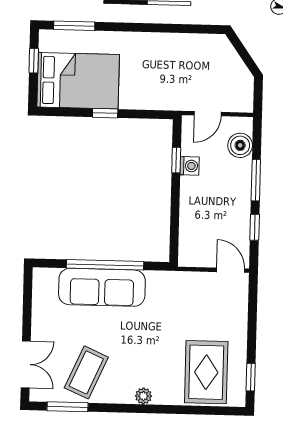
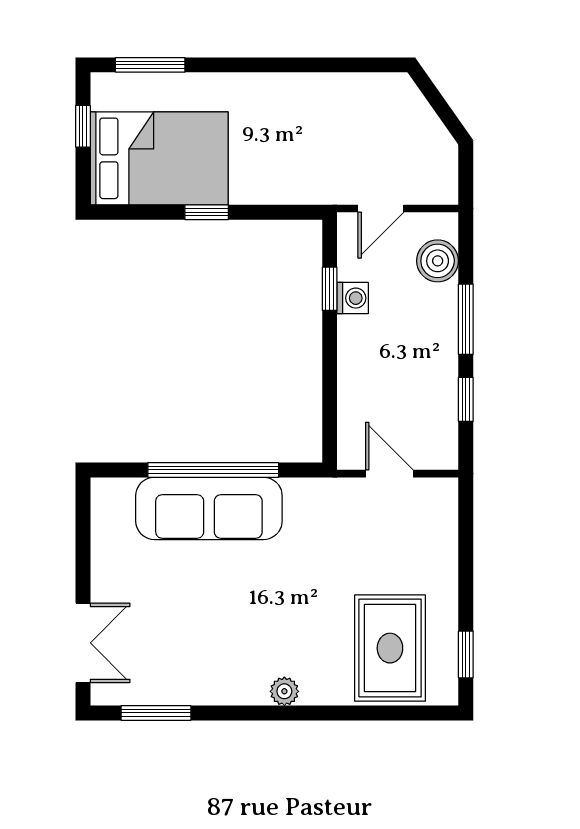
door: (231, 270) -> (389, 474), moved
coffee table: (86, 372) -> (186, 654), removed

